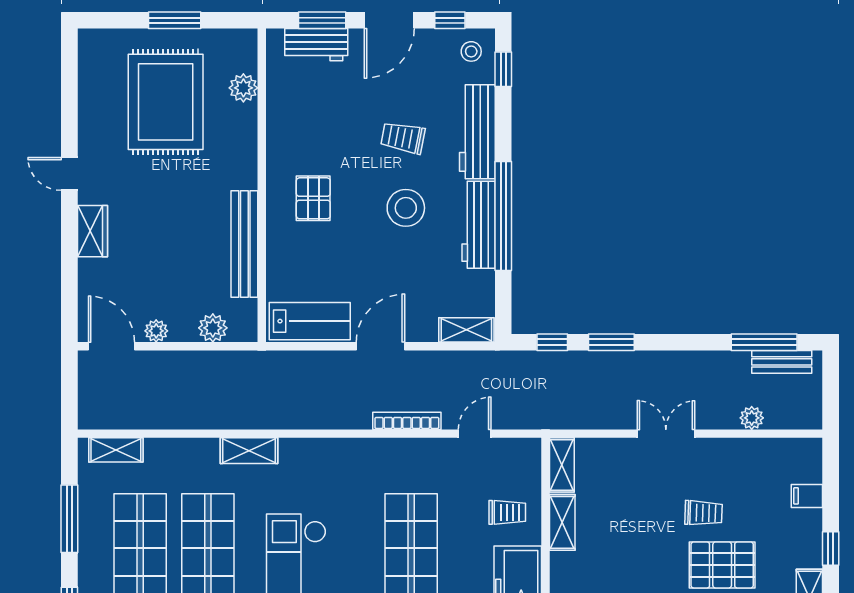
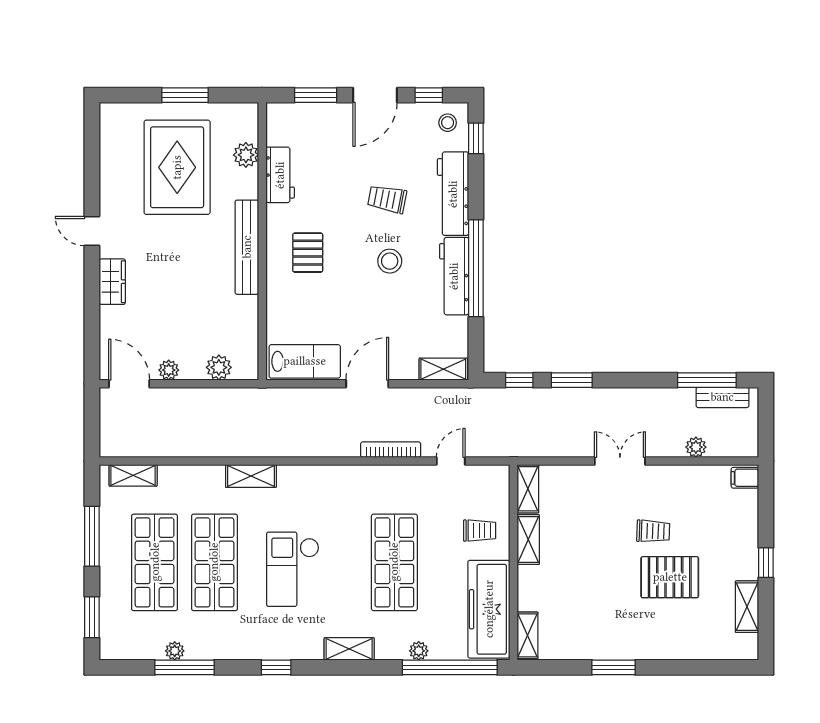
workbench: (316, 45) -> (280, 175), moved, turned -90
stool: (406, 208) -> (390, 261), width x0.73, depth x0.73
bench: (244, 244) -> (247, 247), moved
filing cabinet: (807, 496) -> (745, 478), moved

